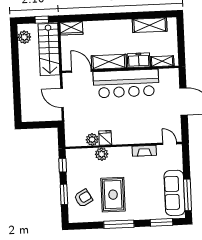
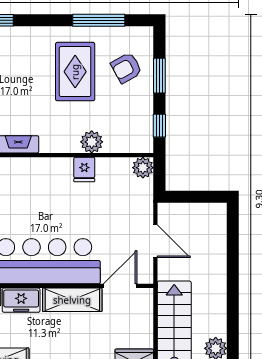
door: (81, 71) -> (120, 286), swing flipped
plant: (92, 140) -> (143, 168), moved
window: (119, 224) -> (99, 20), moved

